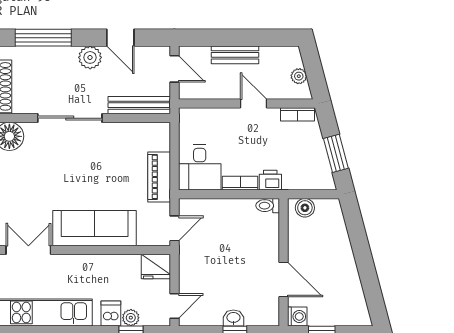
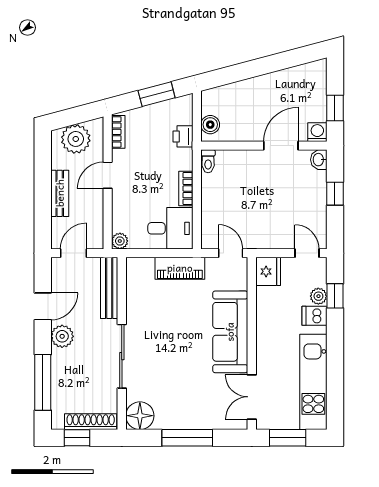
plant: (299, 76) -> (76, 139), width x1.88, depth x1.88
plant: (187, 116) -> (120, 241), added
printer: (270, 180) -> (183, 136), moved
washbasin: (233, 318) -> (319, 160), moved

